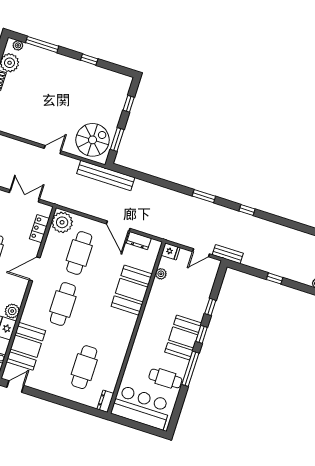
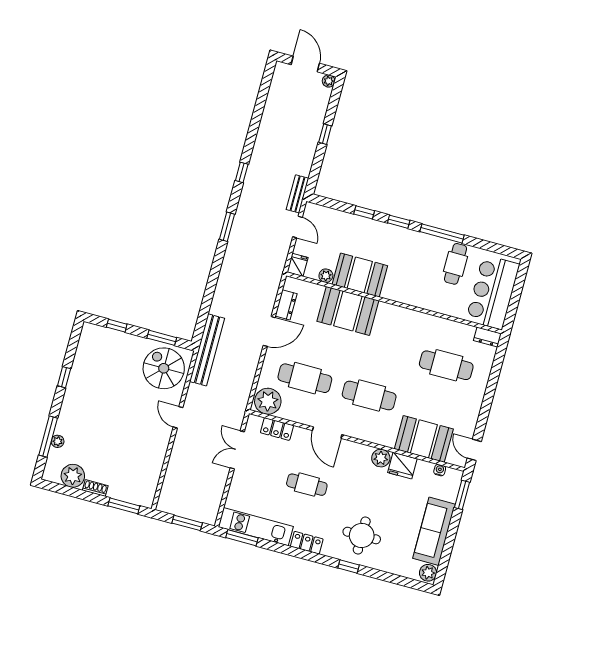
plant: (18, 45) -> (58, 441), moved
booth: (183, 337) -> (360, 275), moved

